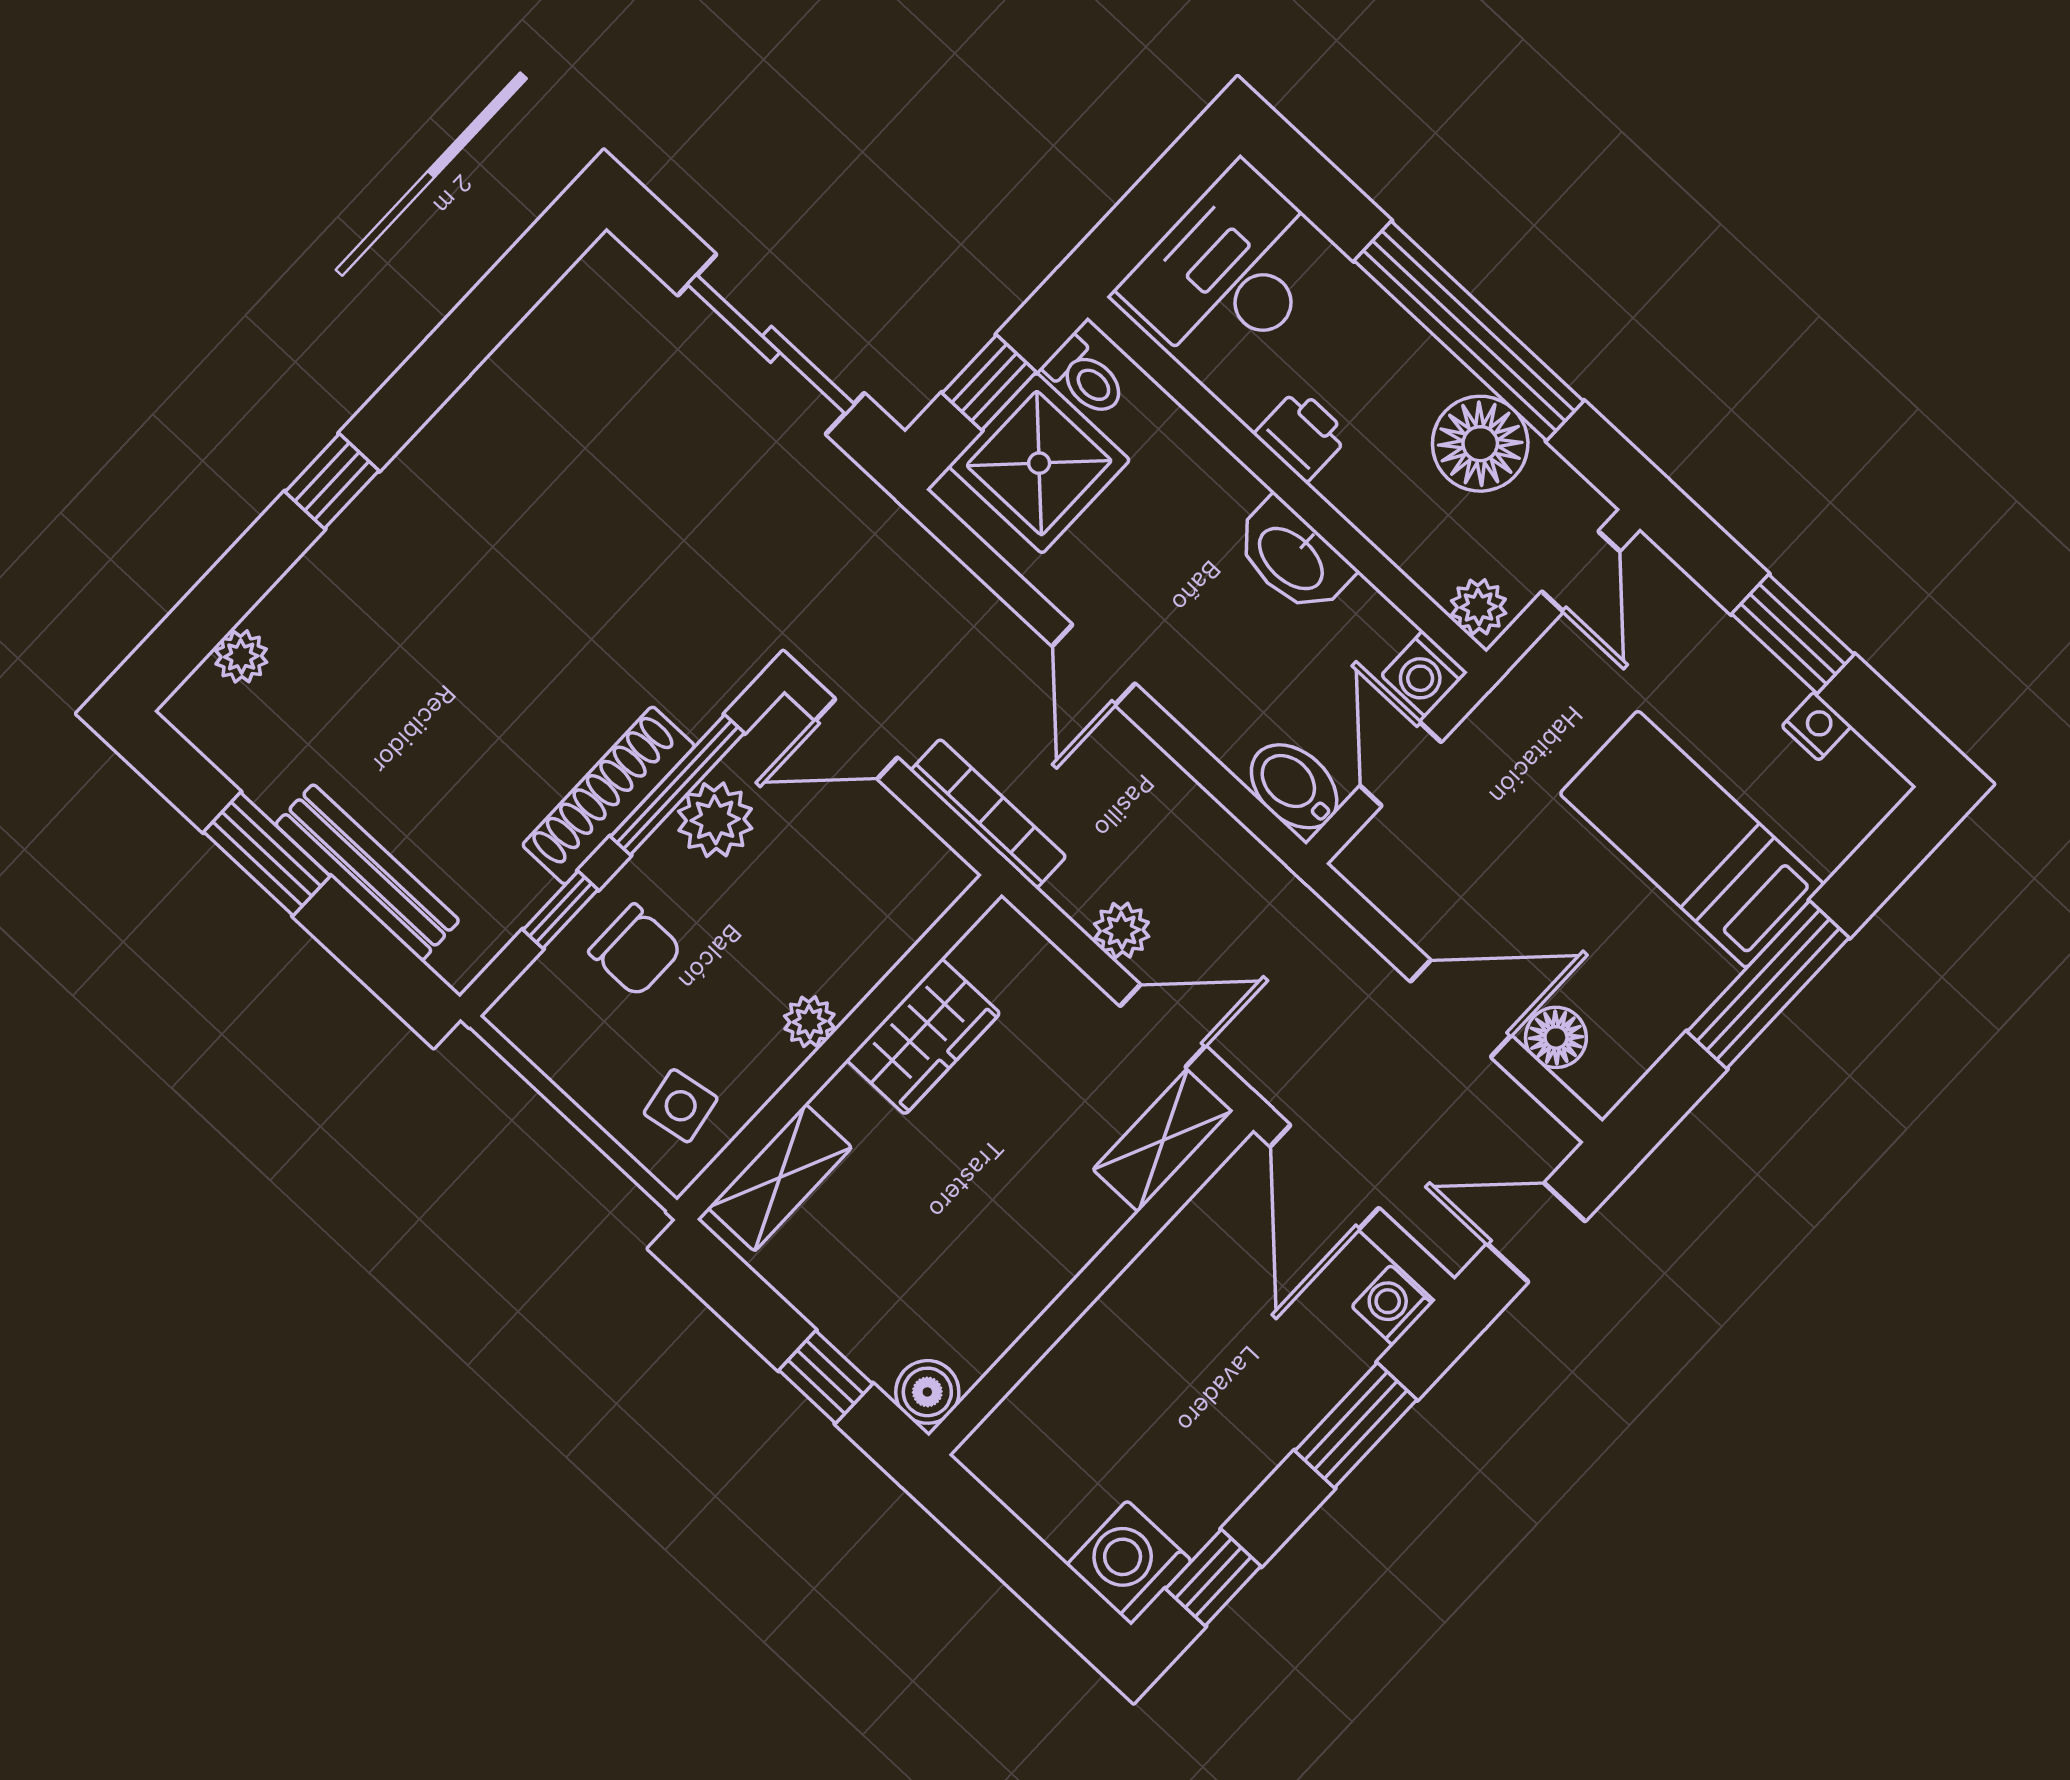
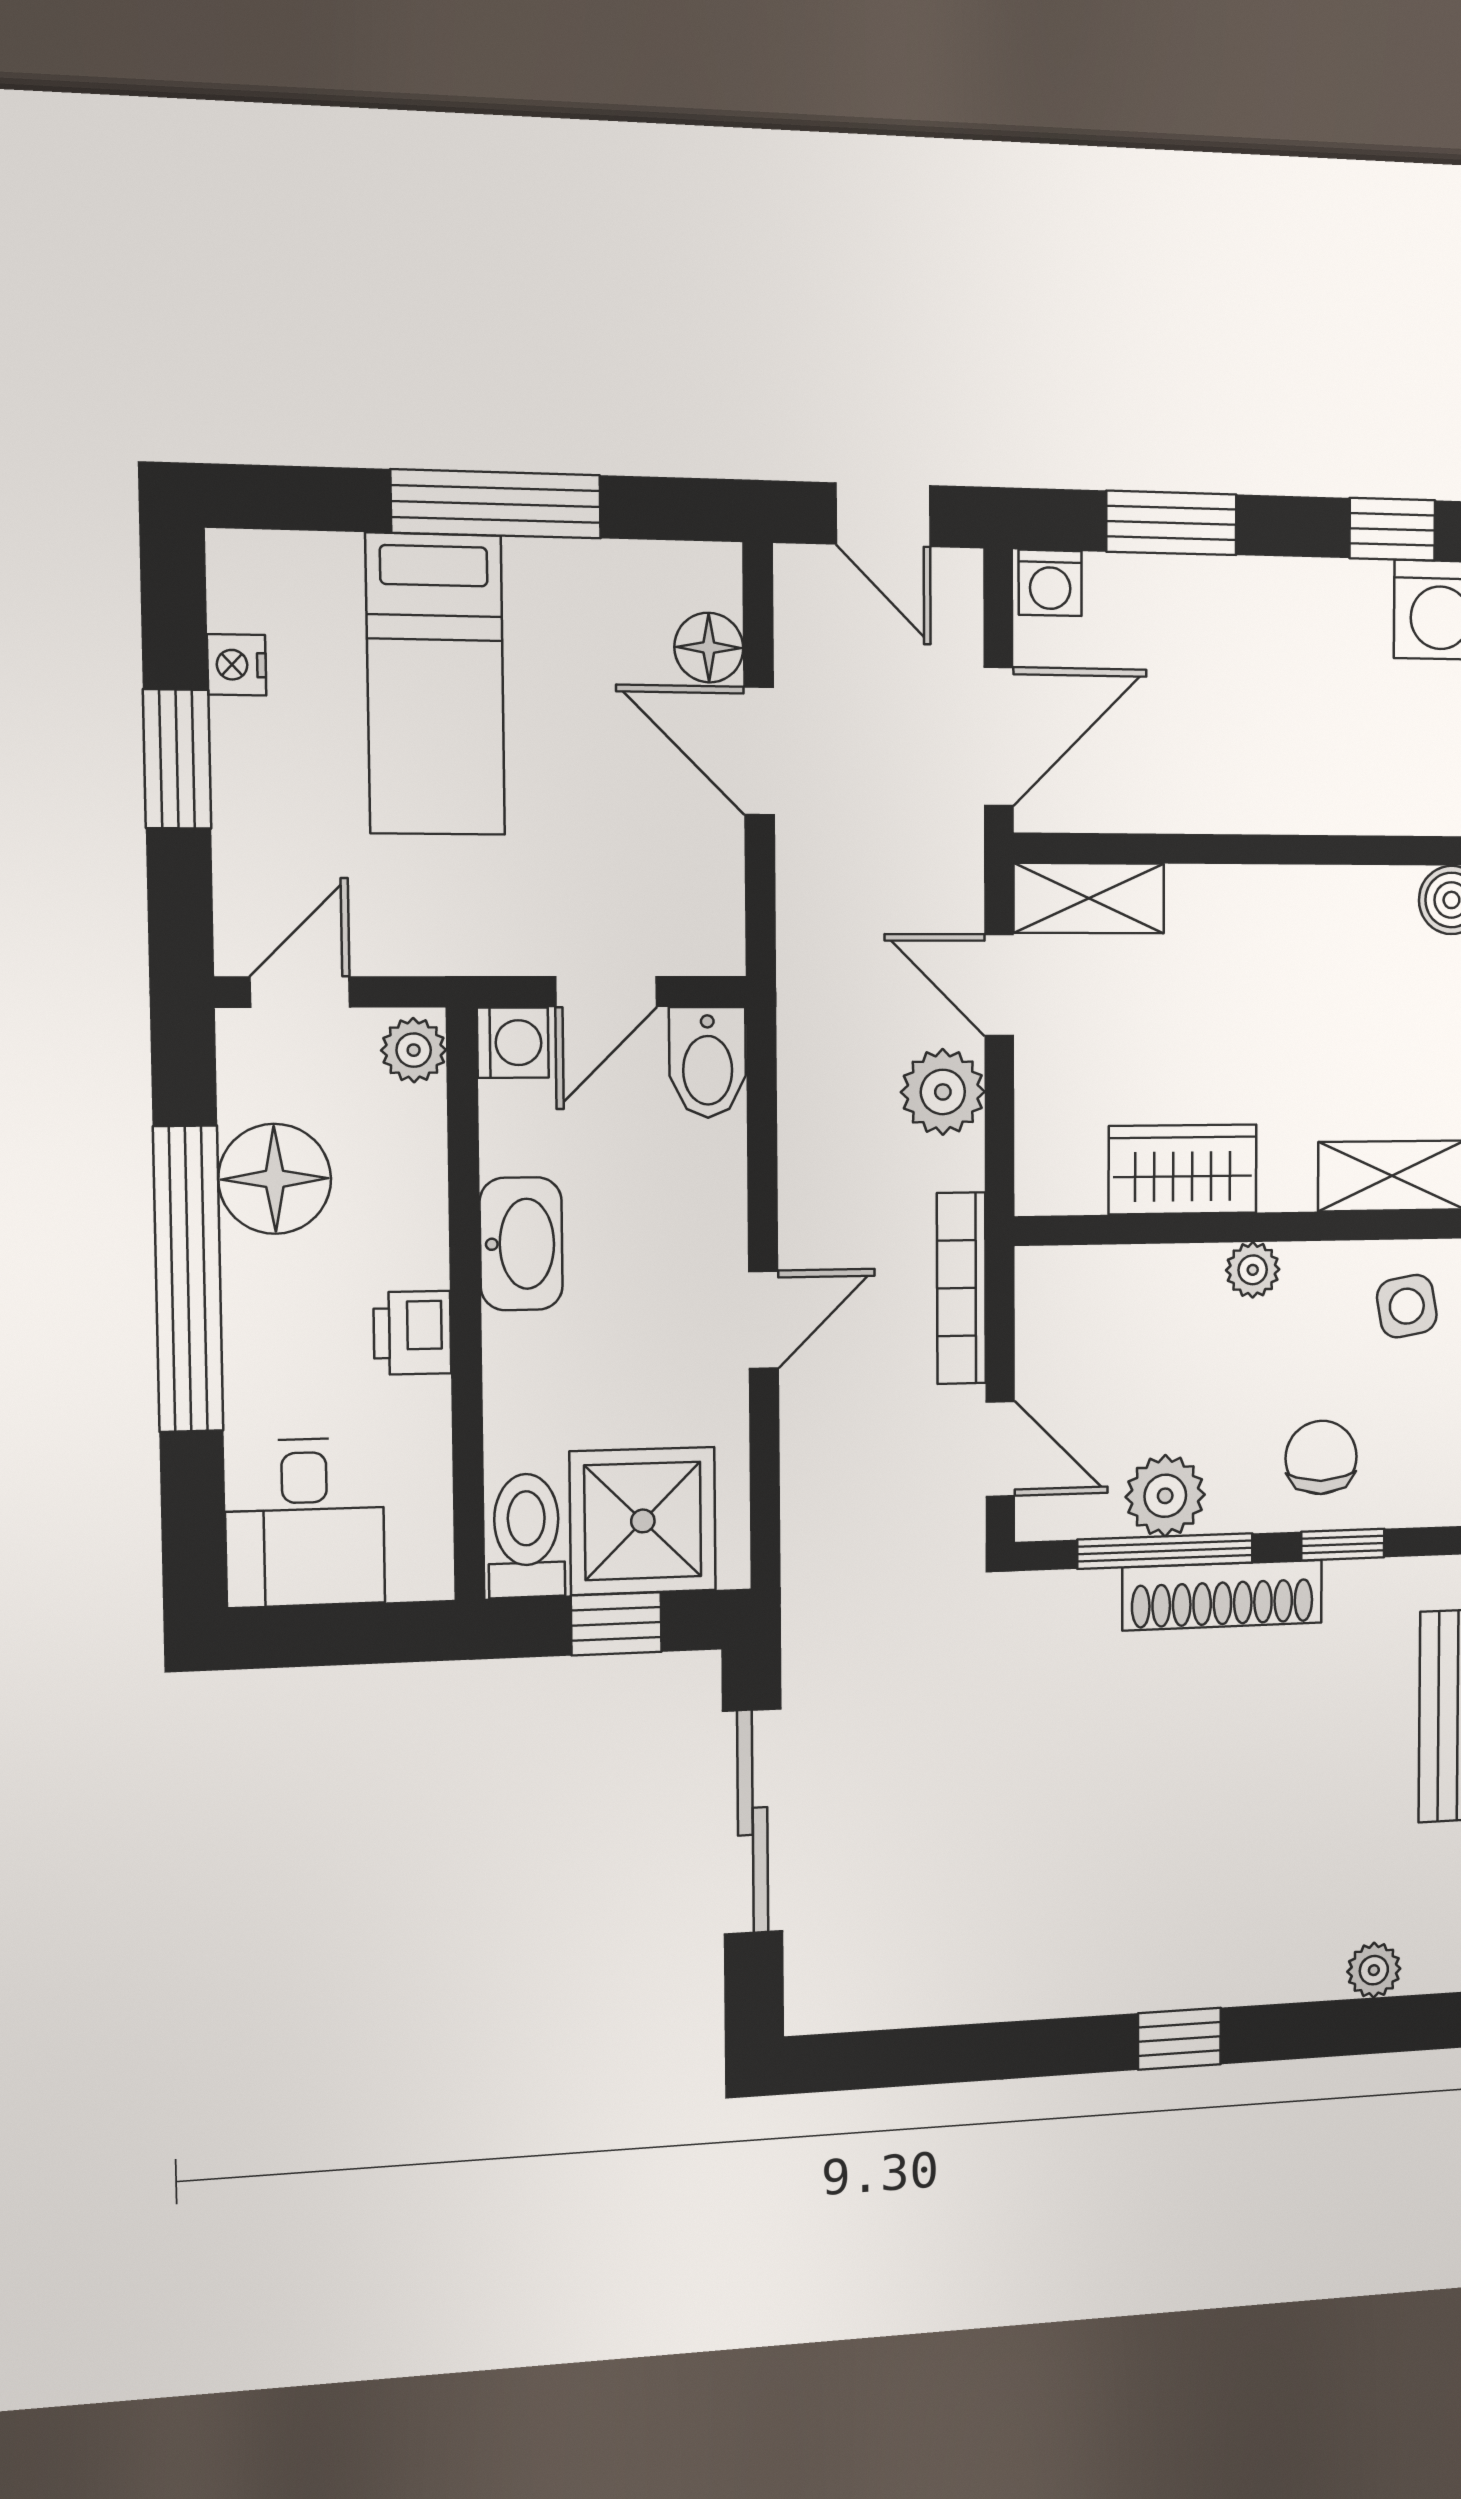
desk: (1230, 272) -> (305, 1523), width x0.73
toilet: (1085, 377) -> (526, 1536), width x1.37, depth x1.39
plant: (1122, 930) -> (943, 1092), width x1.38, depth x1.38

